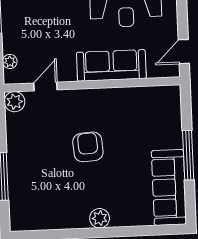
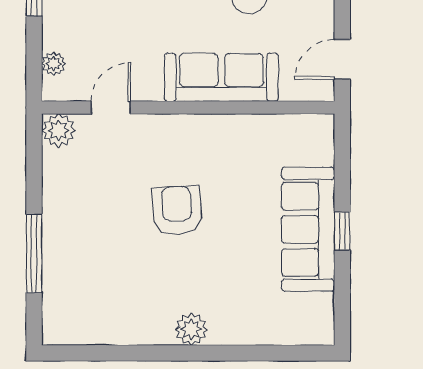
window: (188, 155) -> (342, 231), width x0.46
sofa: (169, 187) -> (308, 229), moved

